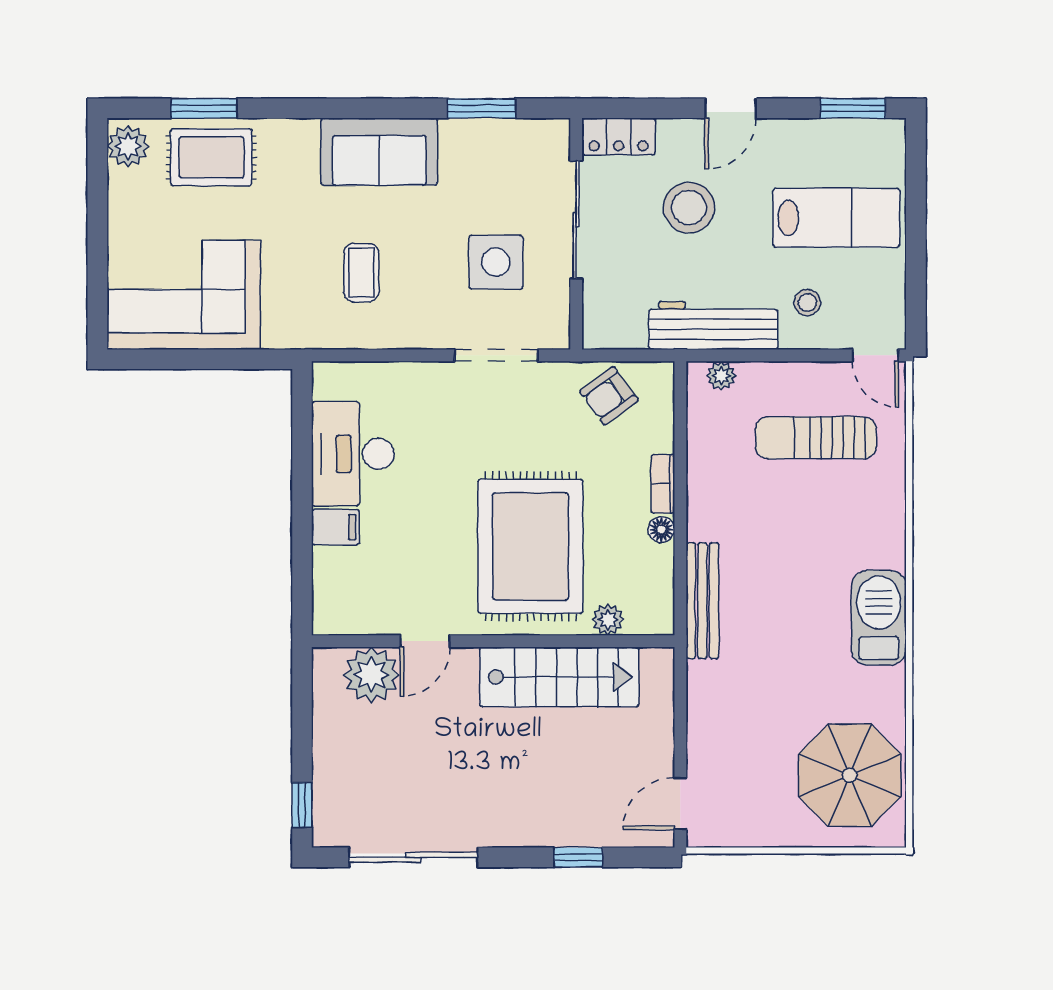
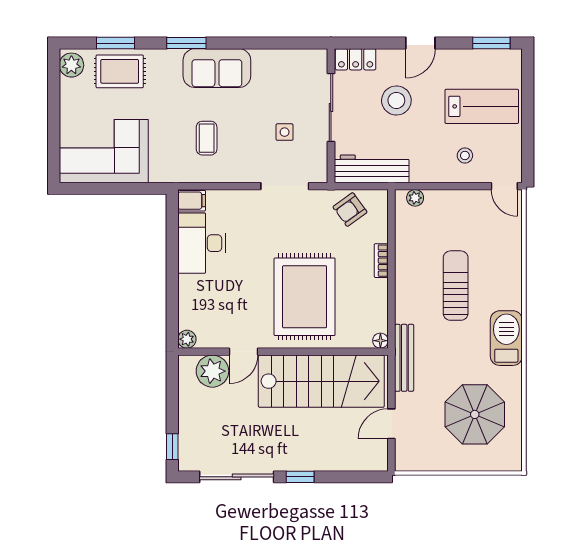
window: (482, 108) -> (186, 43), moved
side table: (496, 262) -> (285, 132), width x0.54, depth x0.54
workbench: (713, 325) -> (372, 169), moved
sun lounger: (816, 438) -> (456, 286), moved, turned 90
filing cabinet: (335, 527) -> (192, 201), moved
floor lamp: (661, 530) -> (380, 341), moved
bench: (702, 601) -> (404, 358), moved
plant: (608, 620) -> (187, 339), moved
stairs: (559, 677) -> (321, 381), width x1.36, depth x1.51
parasol: (850, 775) -> (475, 414), moved
door: (680, 803) -> (391, 424), moved
window: (578, 857) -> (300, 477), moved

